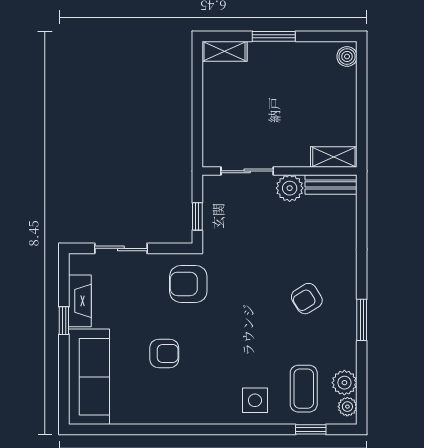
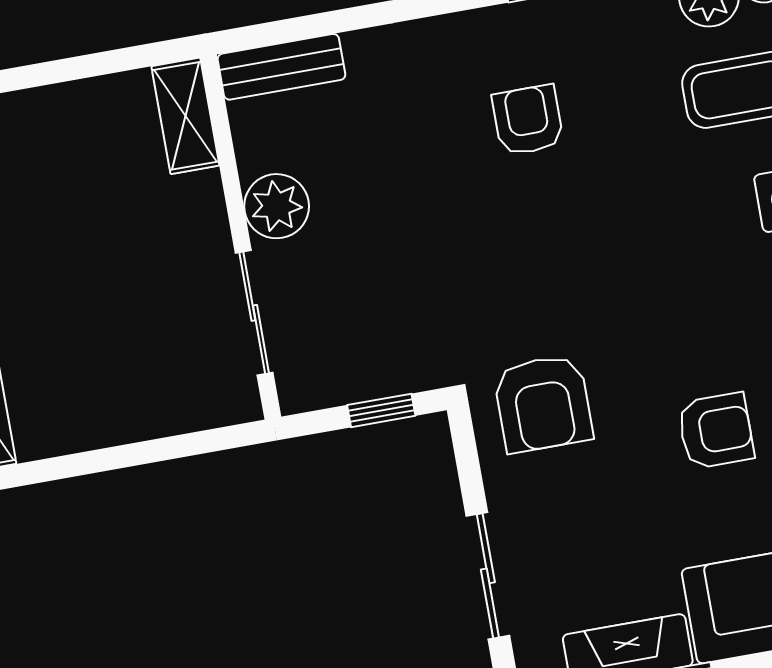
bench: (331, 184) -> (281, 67), moved, turned 90
armchair: (307, 299) -> (528, 120), turned -148
armchair: (164, 353) -> (716, 431), turned 90

